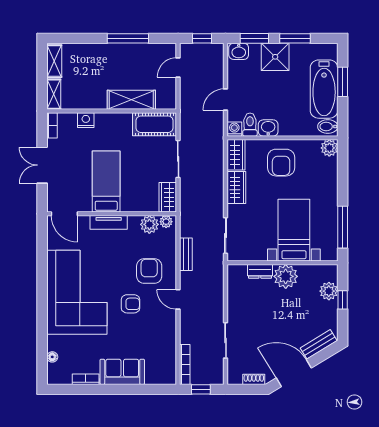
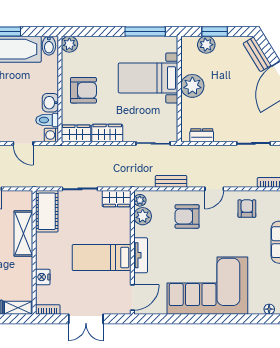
dresser: (260, 271) -> (202, 135), moved, turned -90
window: (343, 300) -> (215, 32), width x1.50
armchair: (130, 304) -> (247, 209), moved

